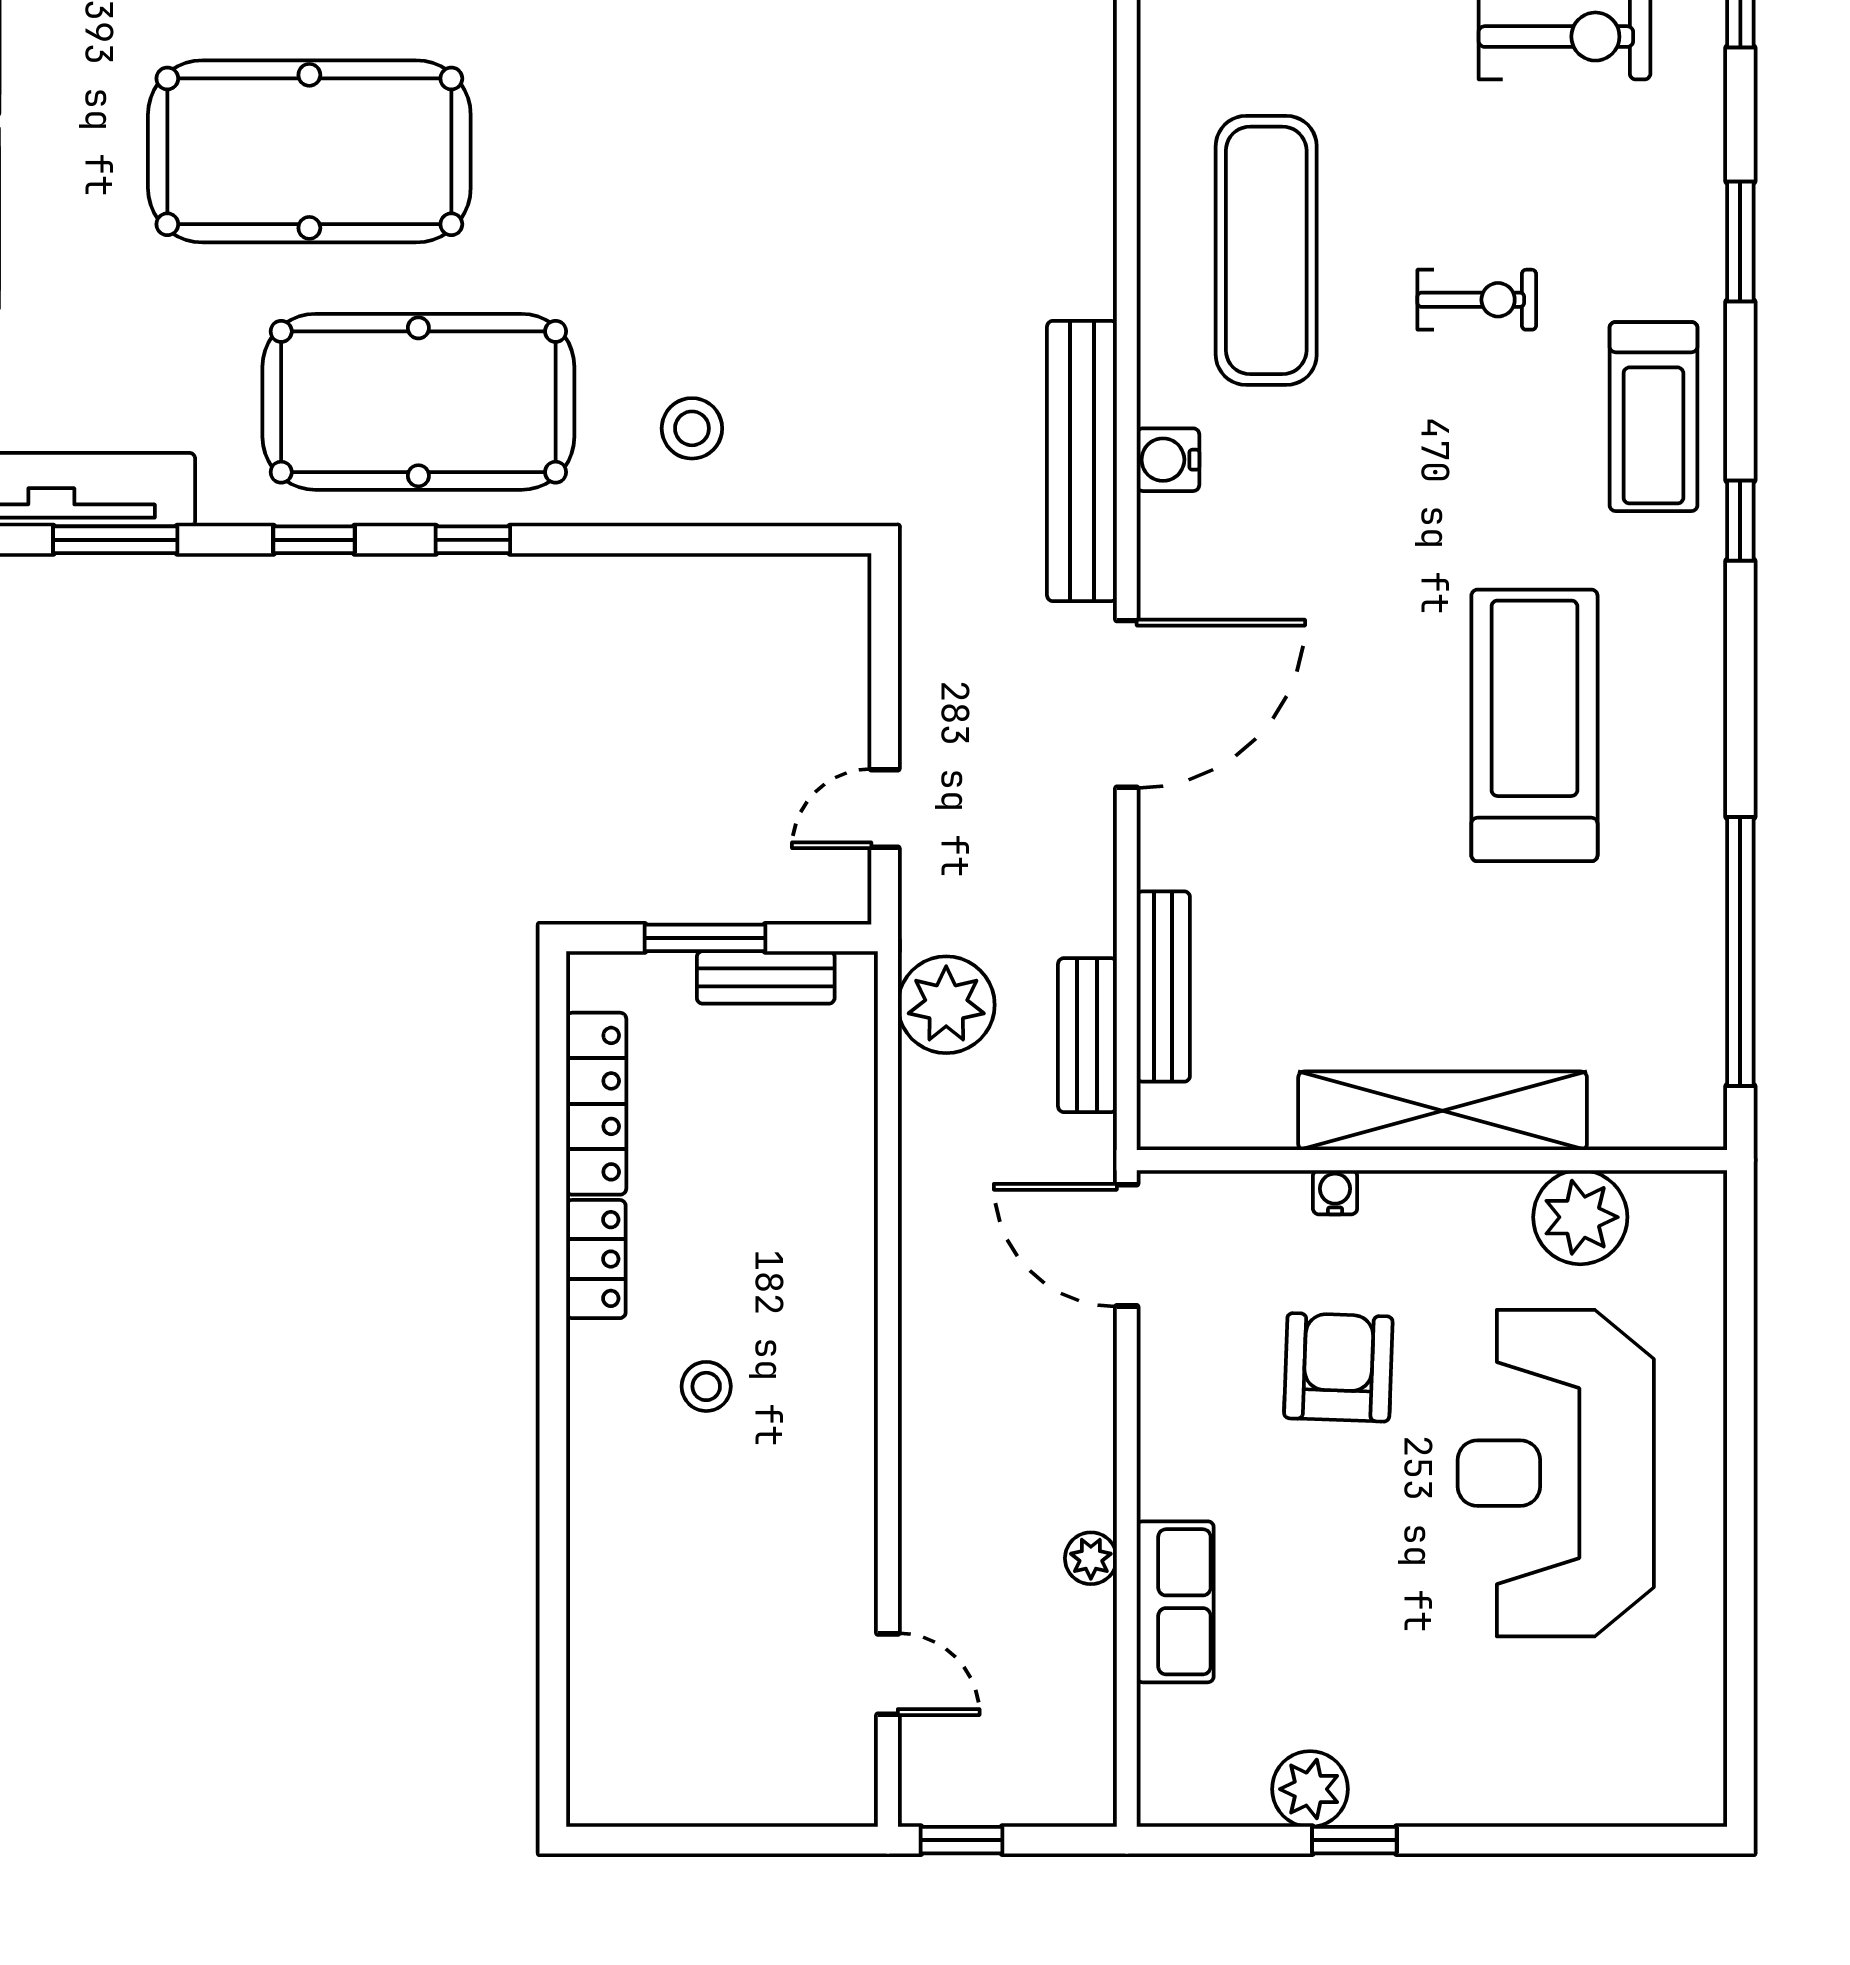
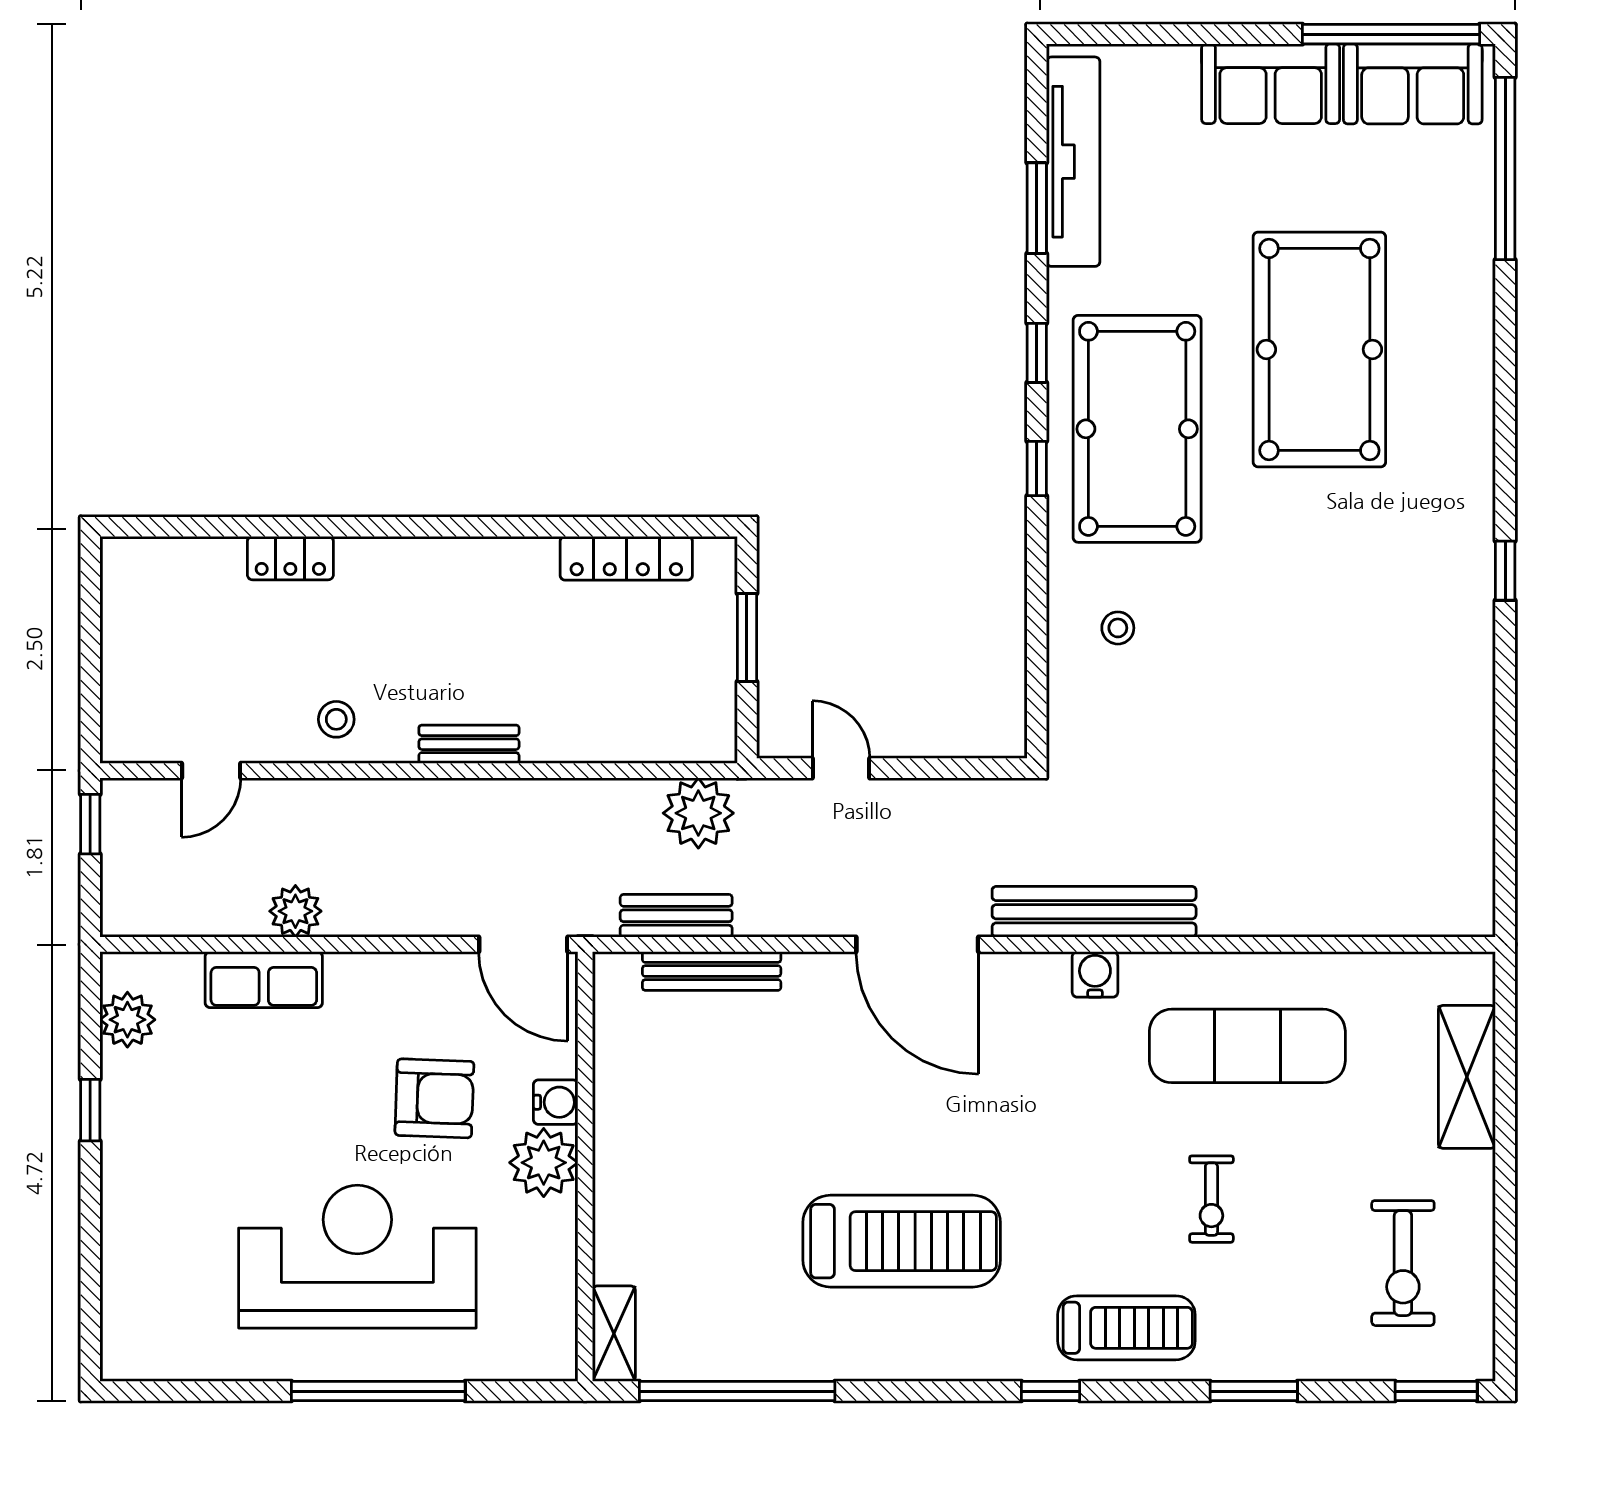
treadmill: (1653, 417) -> (1126, 1328), turned 180
stool: (692, 428) -> (1118, 628), width x0.73, depth x0.73
bench: (766, 977) -> (469, 744), moved, turned 90
shelving: (1443, 1111) -> (614, 1334), moved, width x0.45, depth x0.75
water cooler: (1335, 1192) -> (556, 1102), width x1.38, depth x1.38
plant: (1580, 1217) -> (544, 1163), moved
door: (1127, 1245) -> (523, 944), swing flipped
locker: (596, 1259) -> (290, 558), moved
stool: (706, 1386) -> (336, 719), moved
window: (1740, 1444) -> (378, 1391), added
plant: (1091, 1558) -> (295, 911), width x1.38, depth x1.38
plant: (1310, 1789) -> (127, 1020), moved

